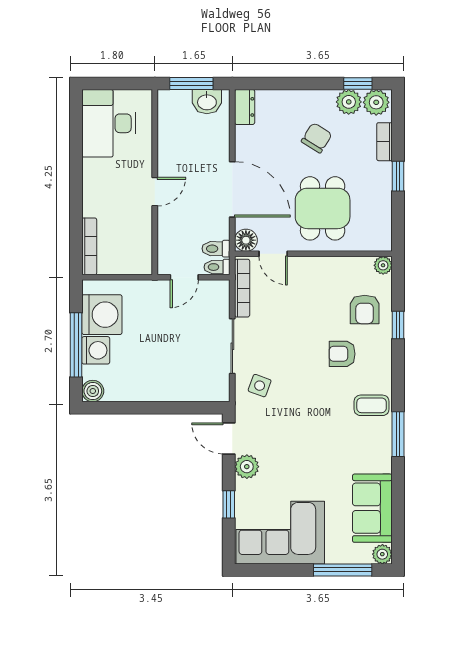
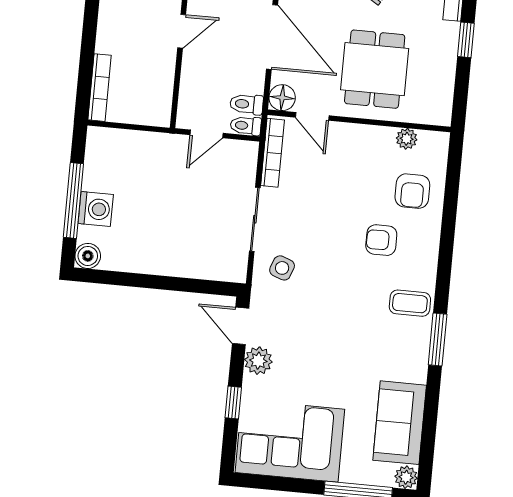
plant: (383, 265) -> (407, 139), moved
washing machine: (102, 315) -> (107, 168), removed
window: (398, 325) -> (450, 213), removed

